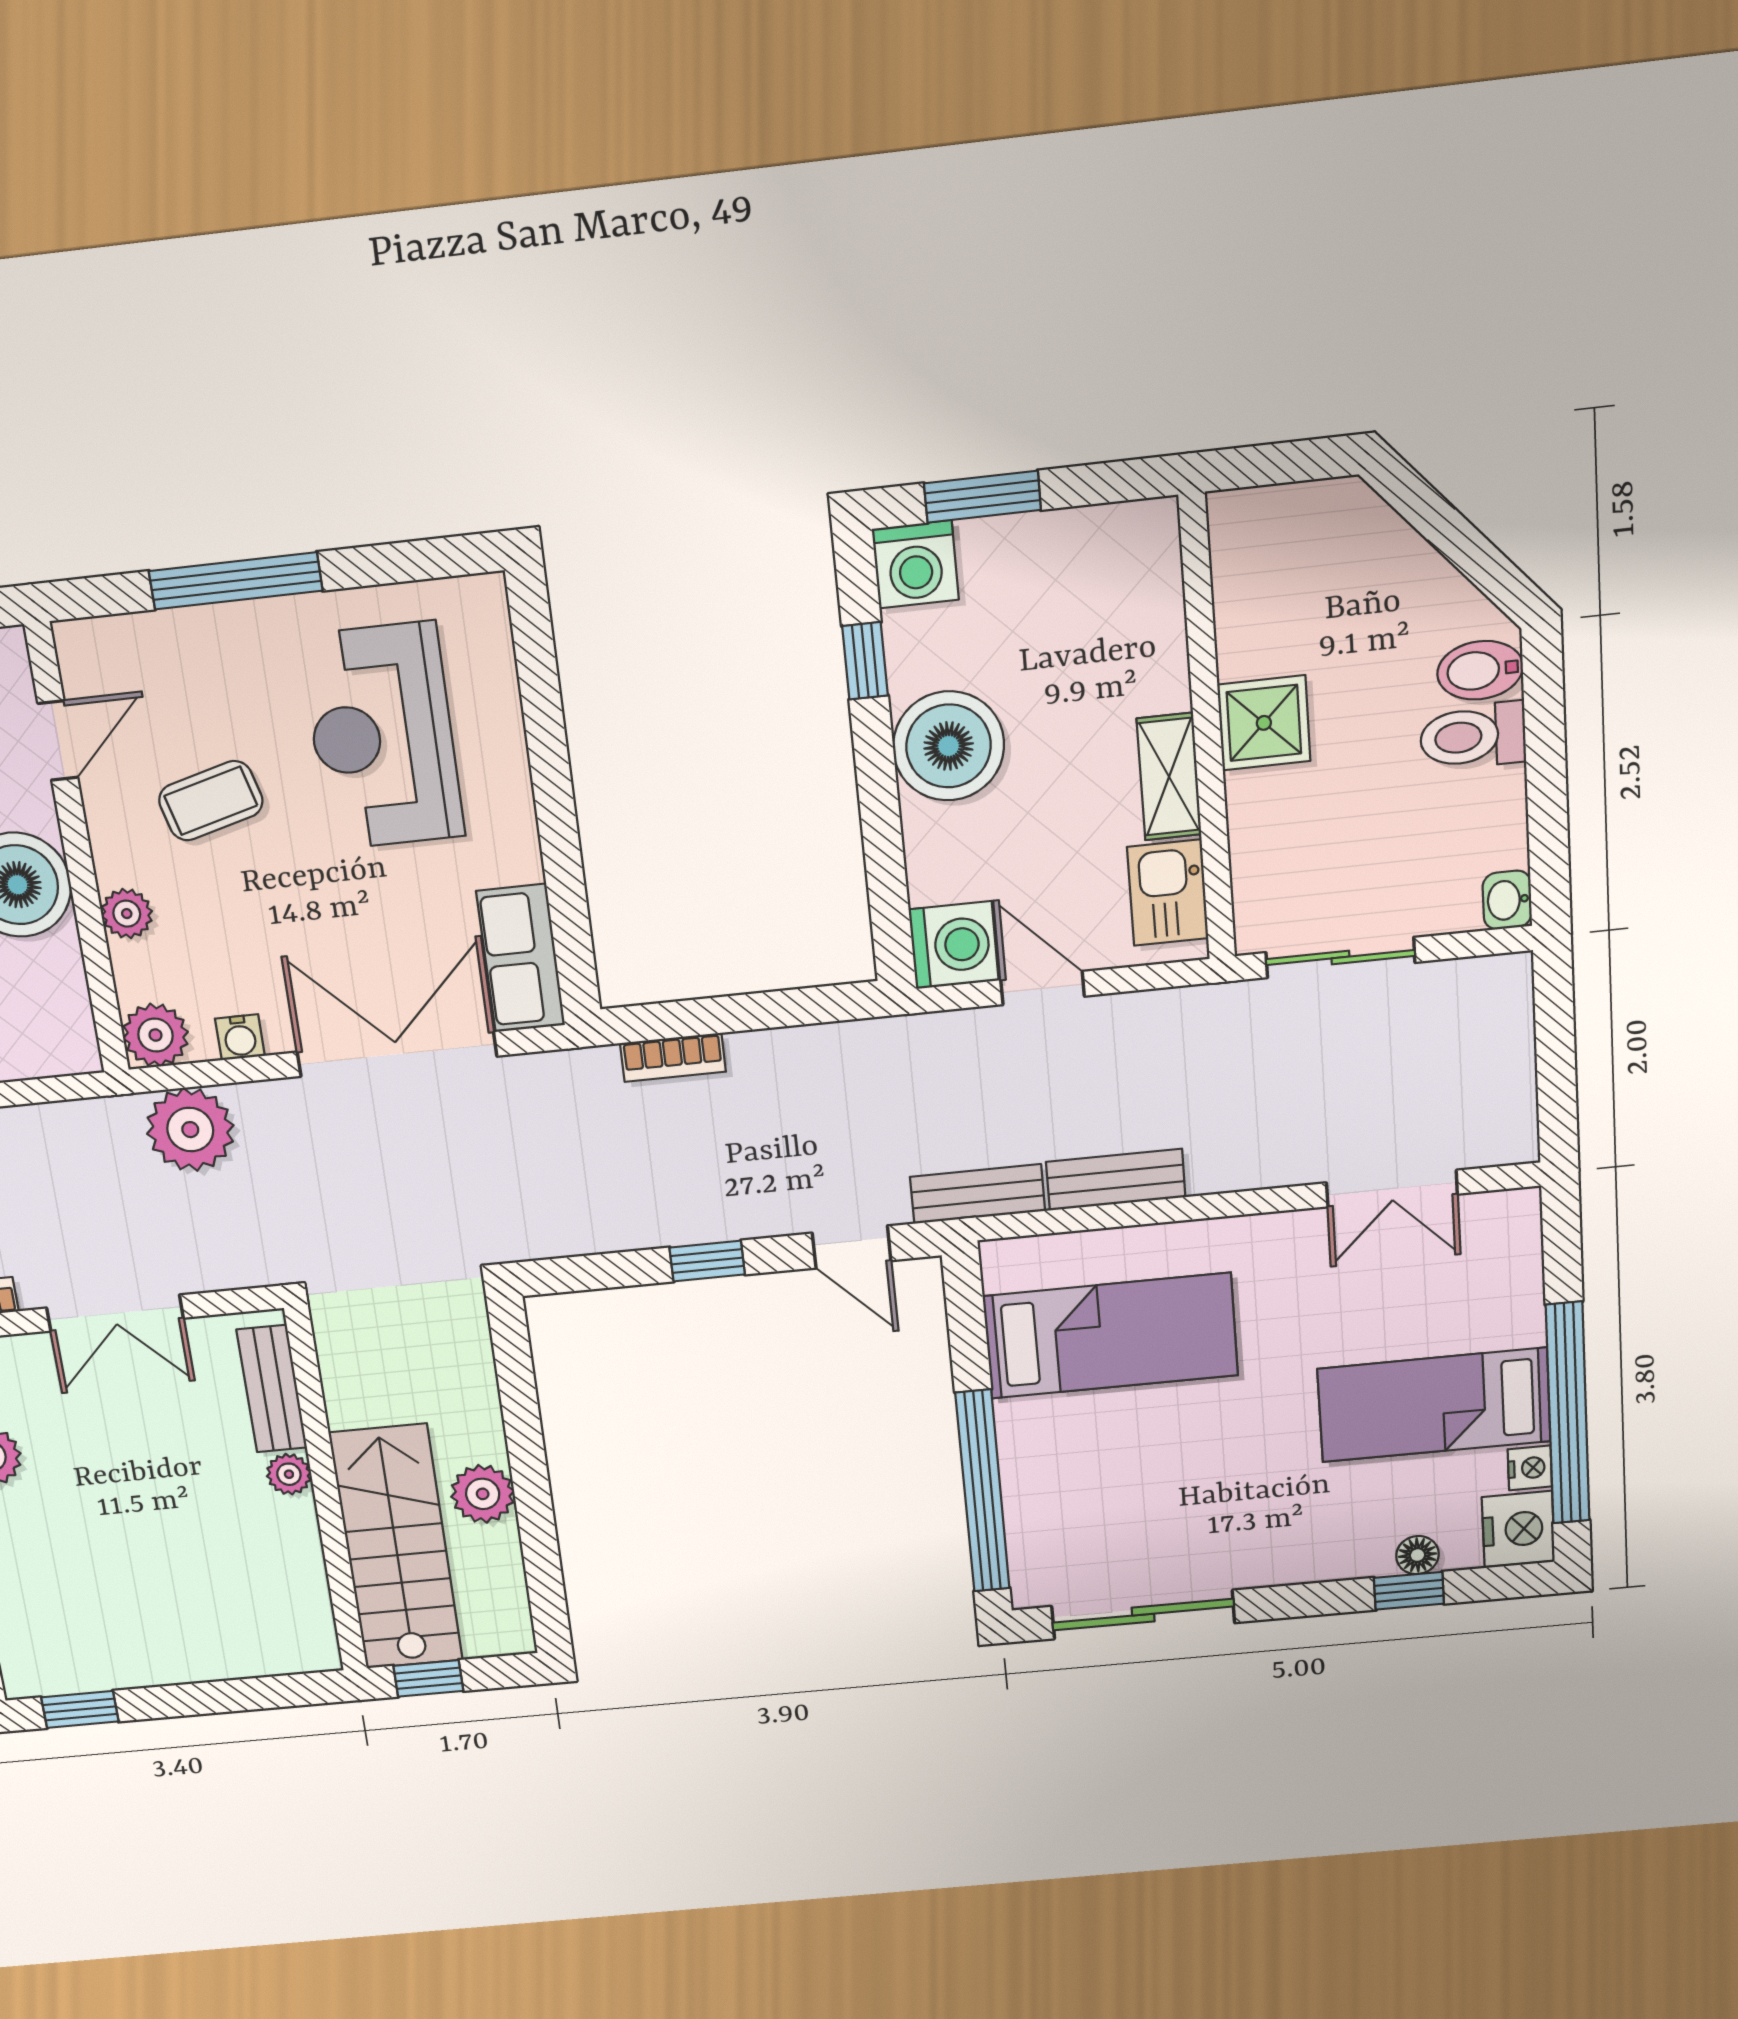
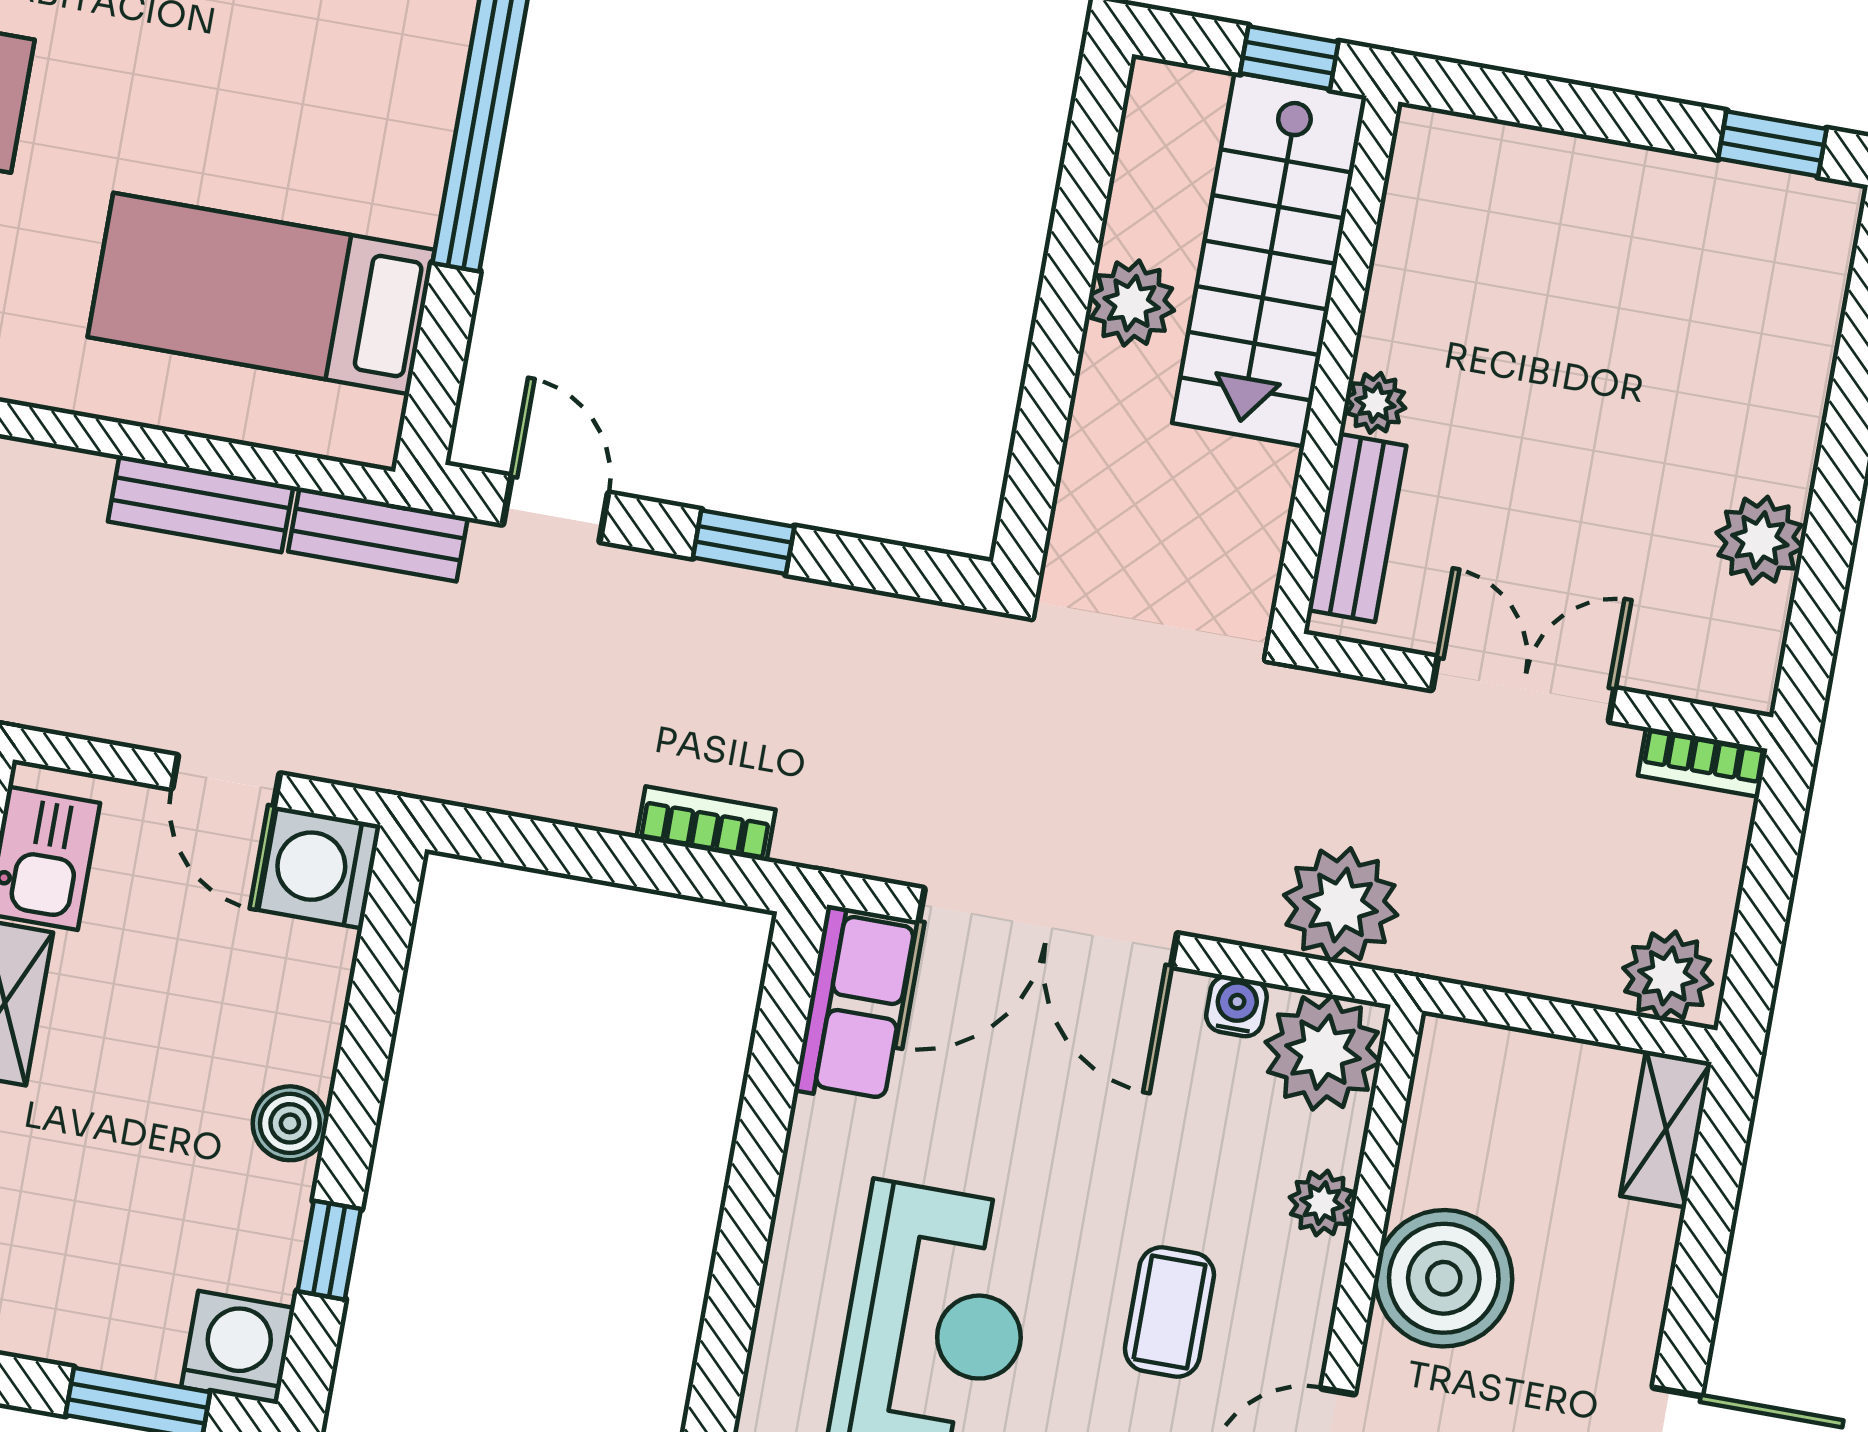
boiler: (949, 746) -> (290, 1123), width x0.54, depth x0.54
coffee table: (211, 801) -> (1169, 1312), turned -75
plant: (155, 1035) -> (1323, 1052), width x1.36, depth x1.36

